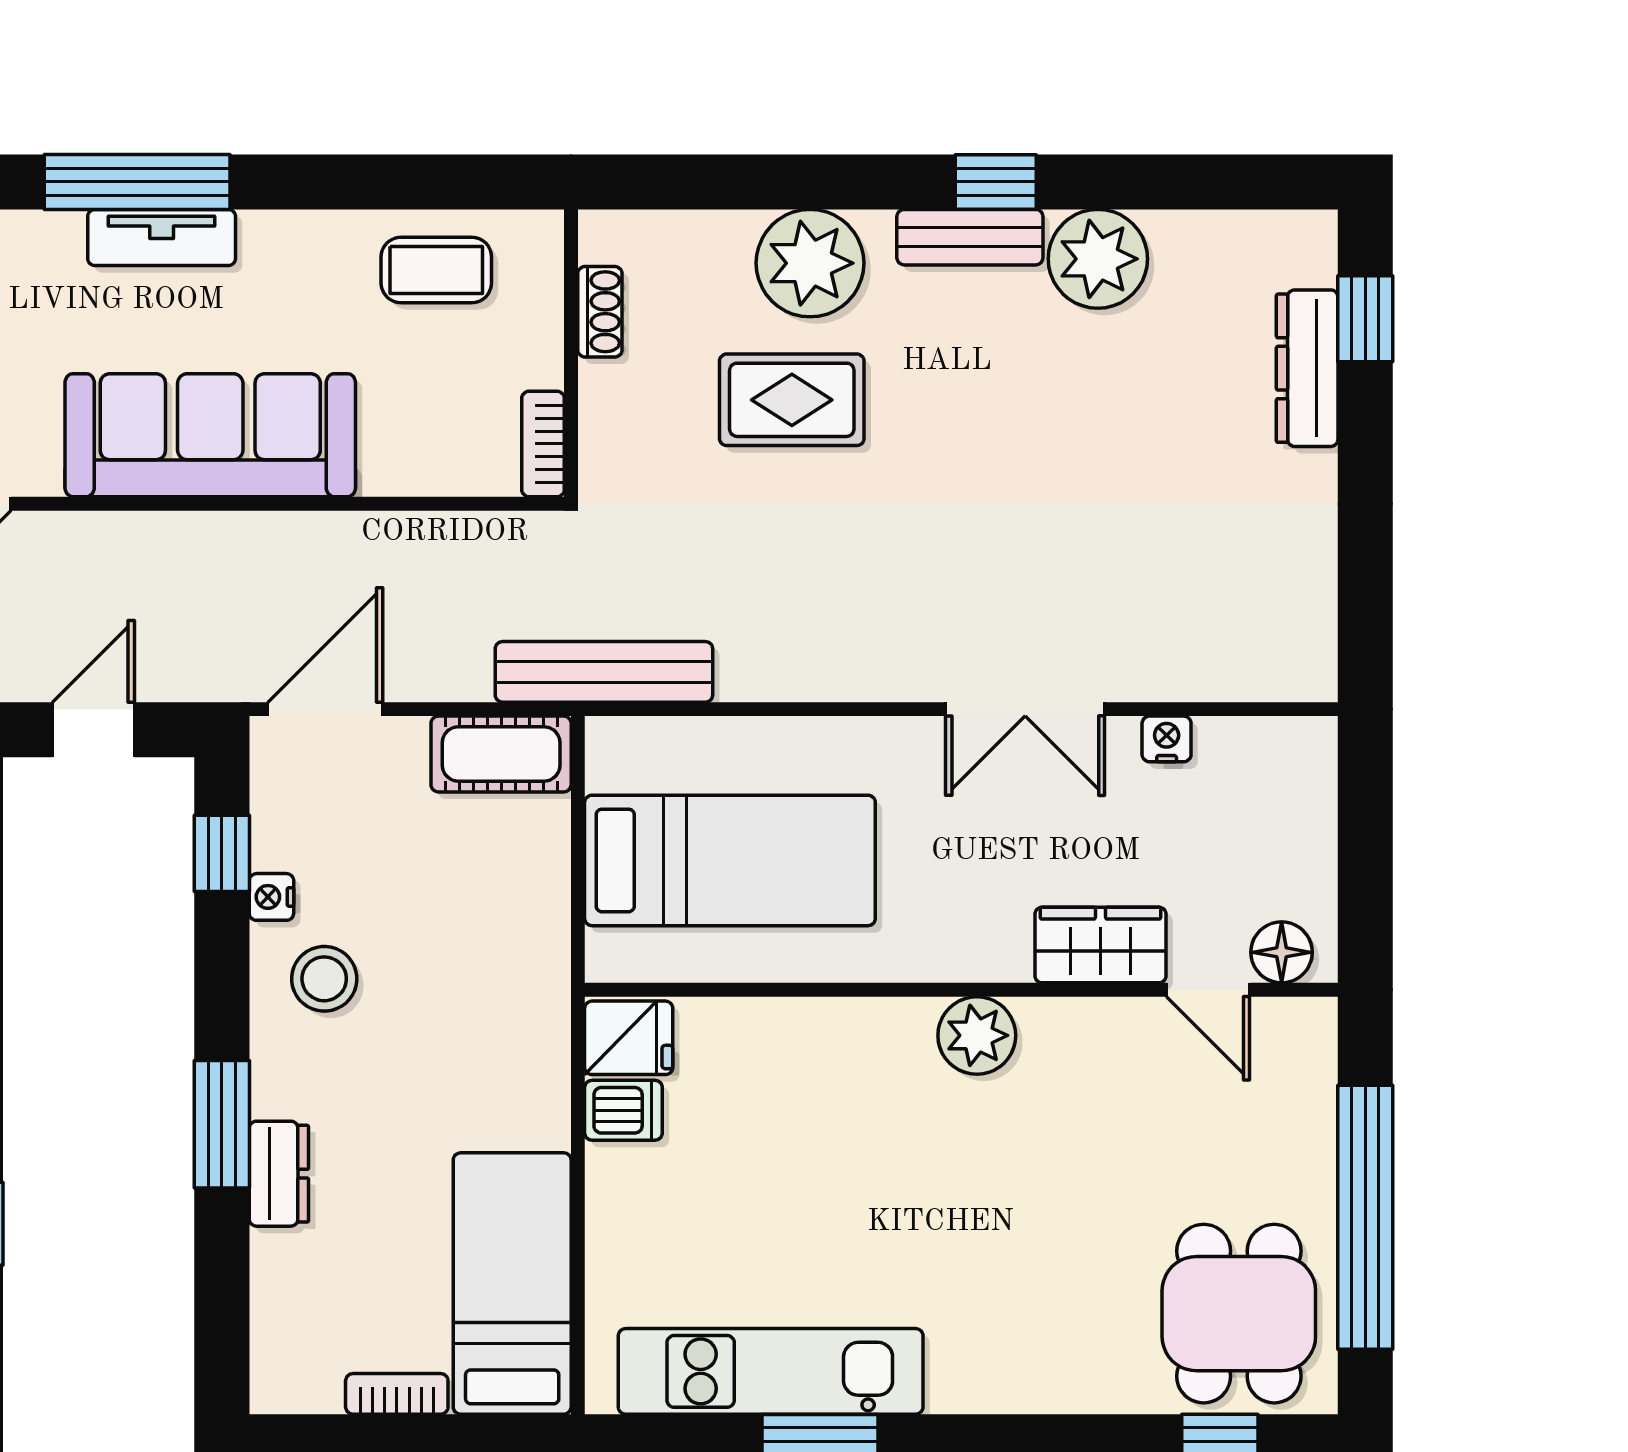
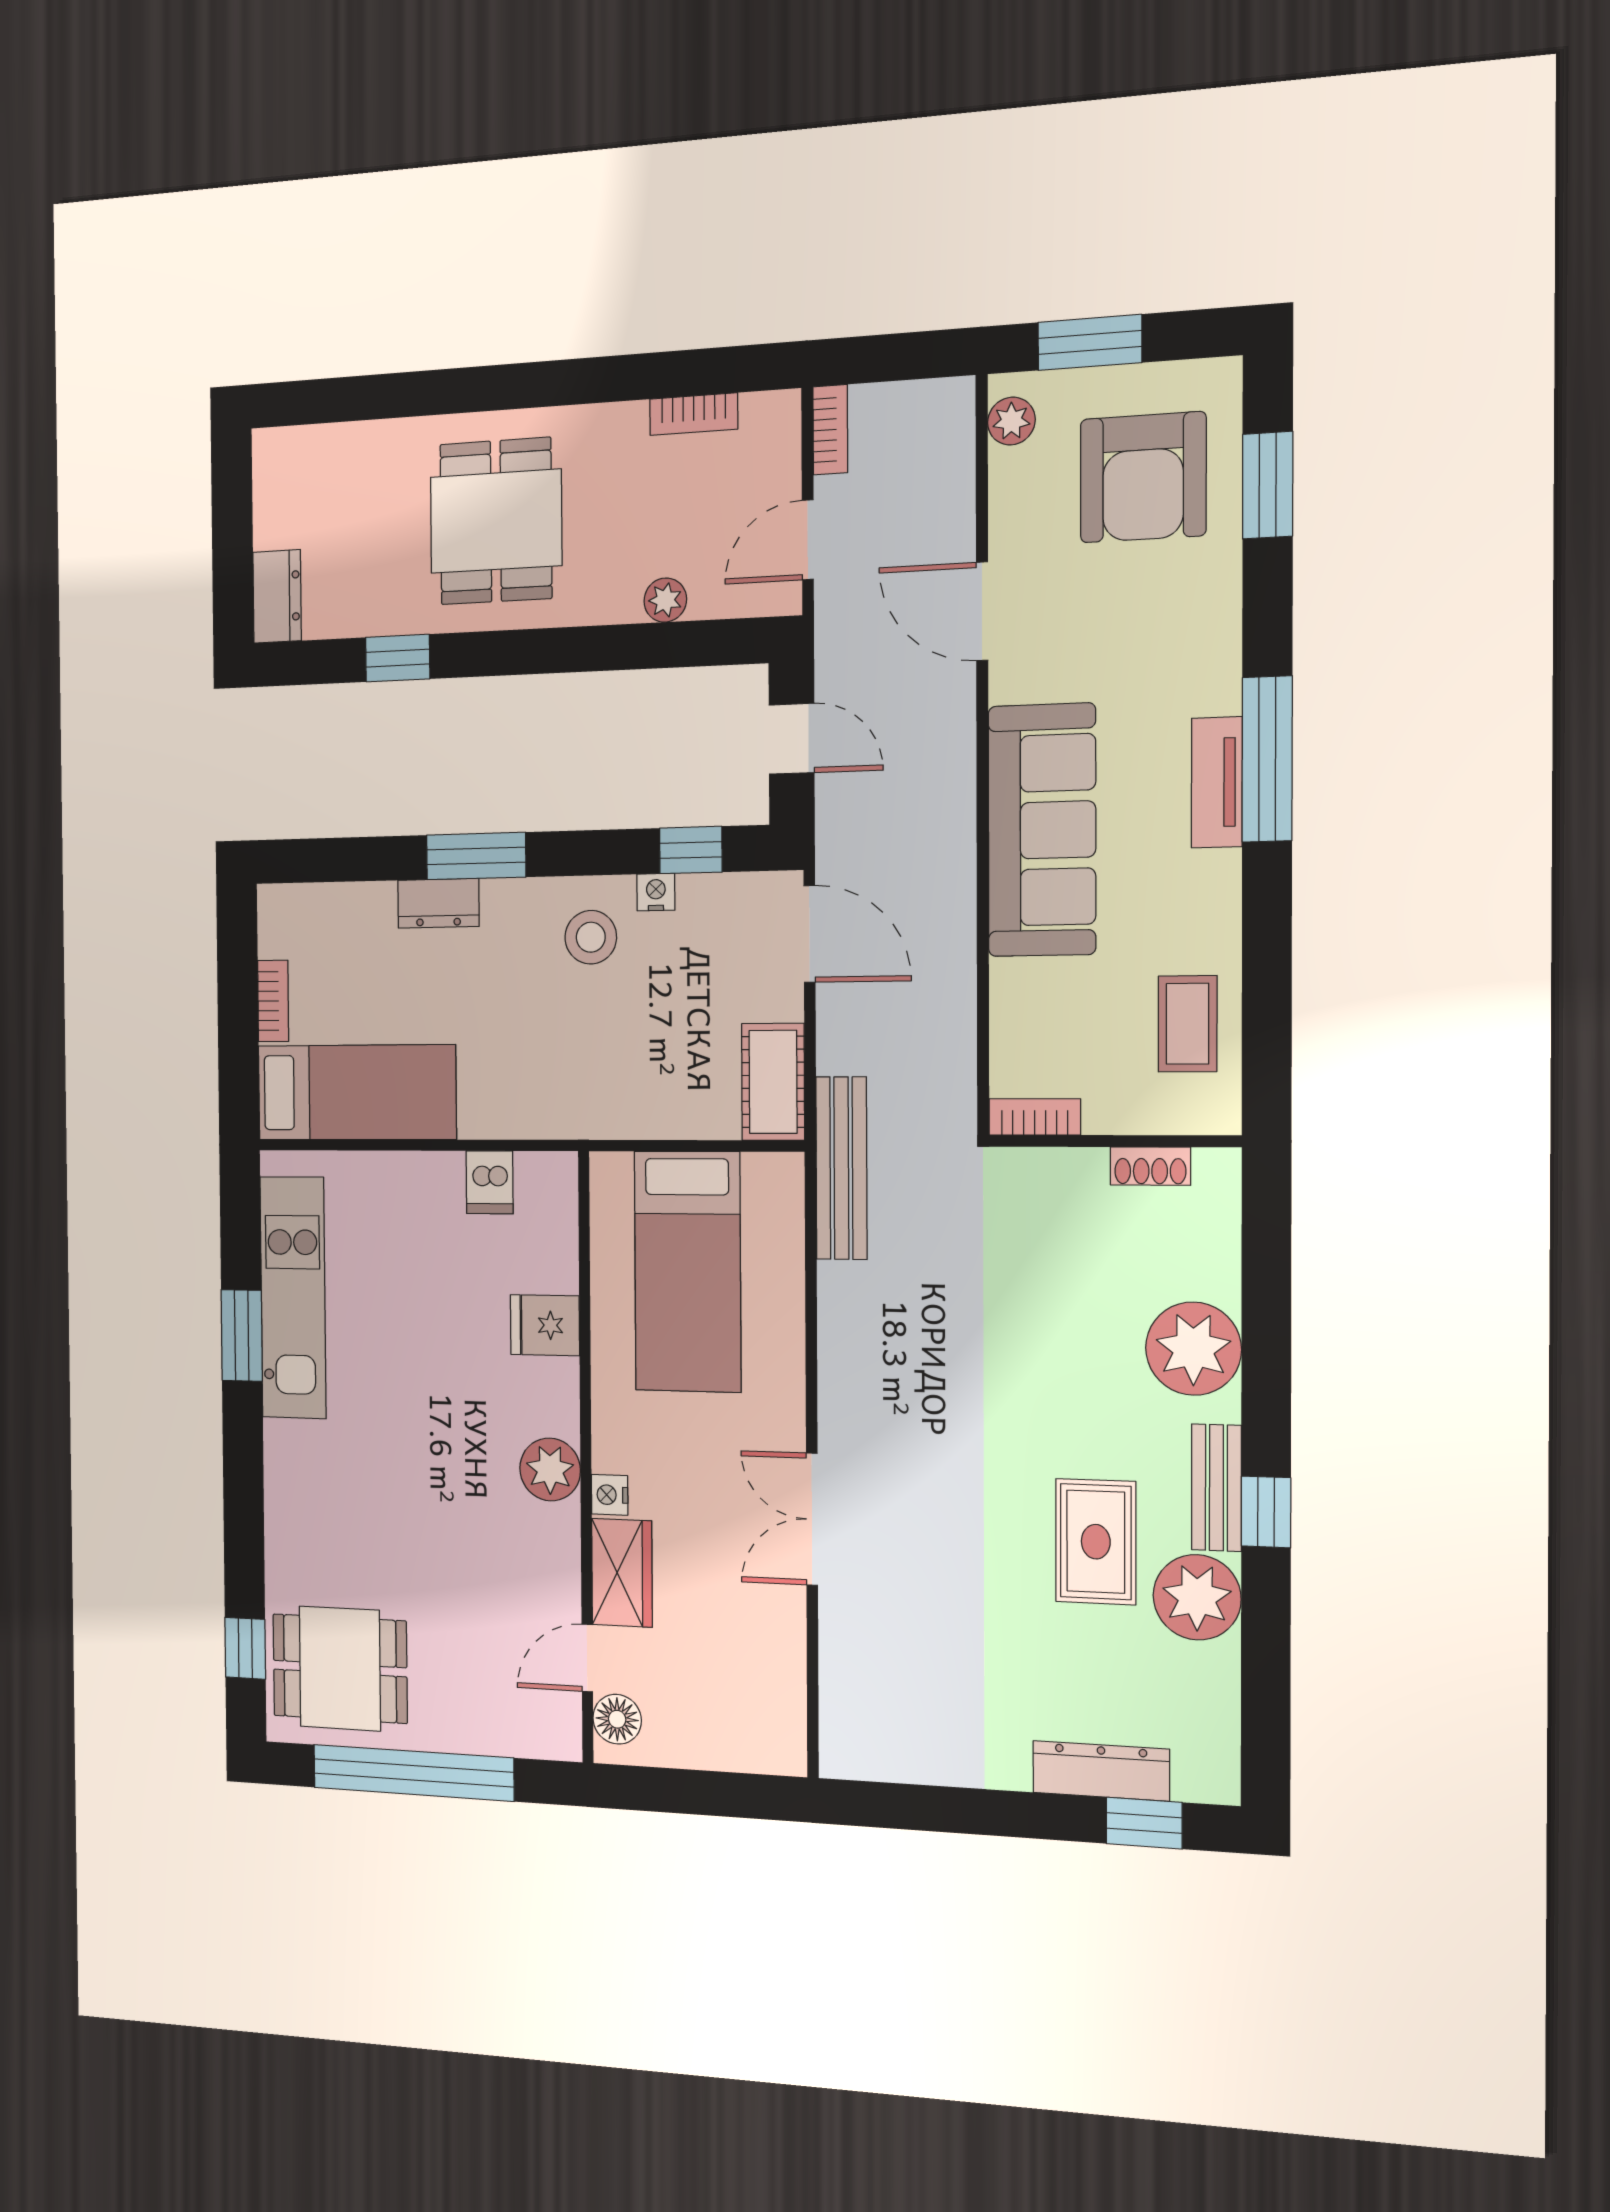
rug: (792, 400) -> (1096, 1542), moved
nightstand: (1167, 739) -> (610, 1495), moved, turned 180
fridge: (629, 1038) -> (545, 1325), moved, turned 90

